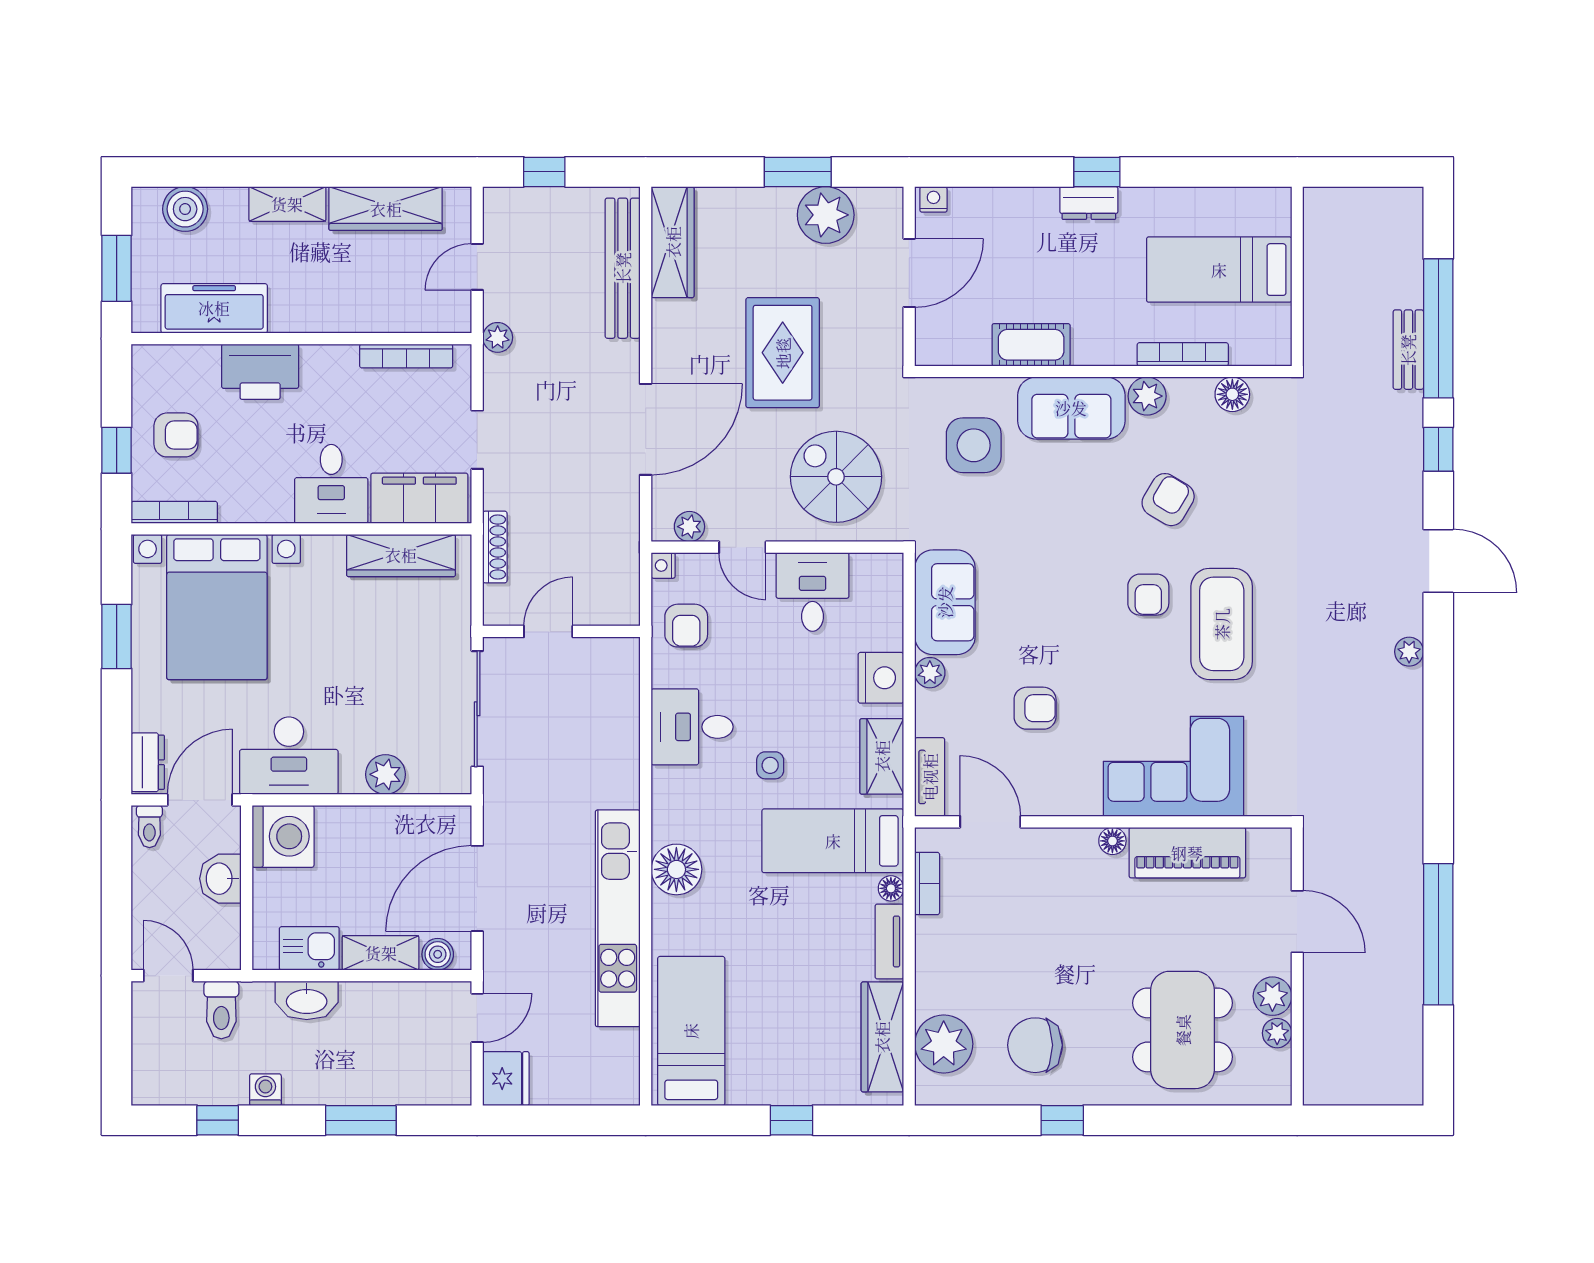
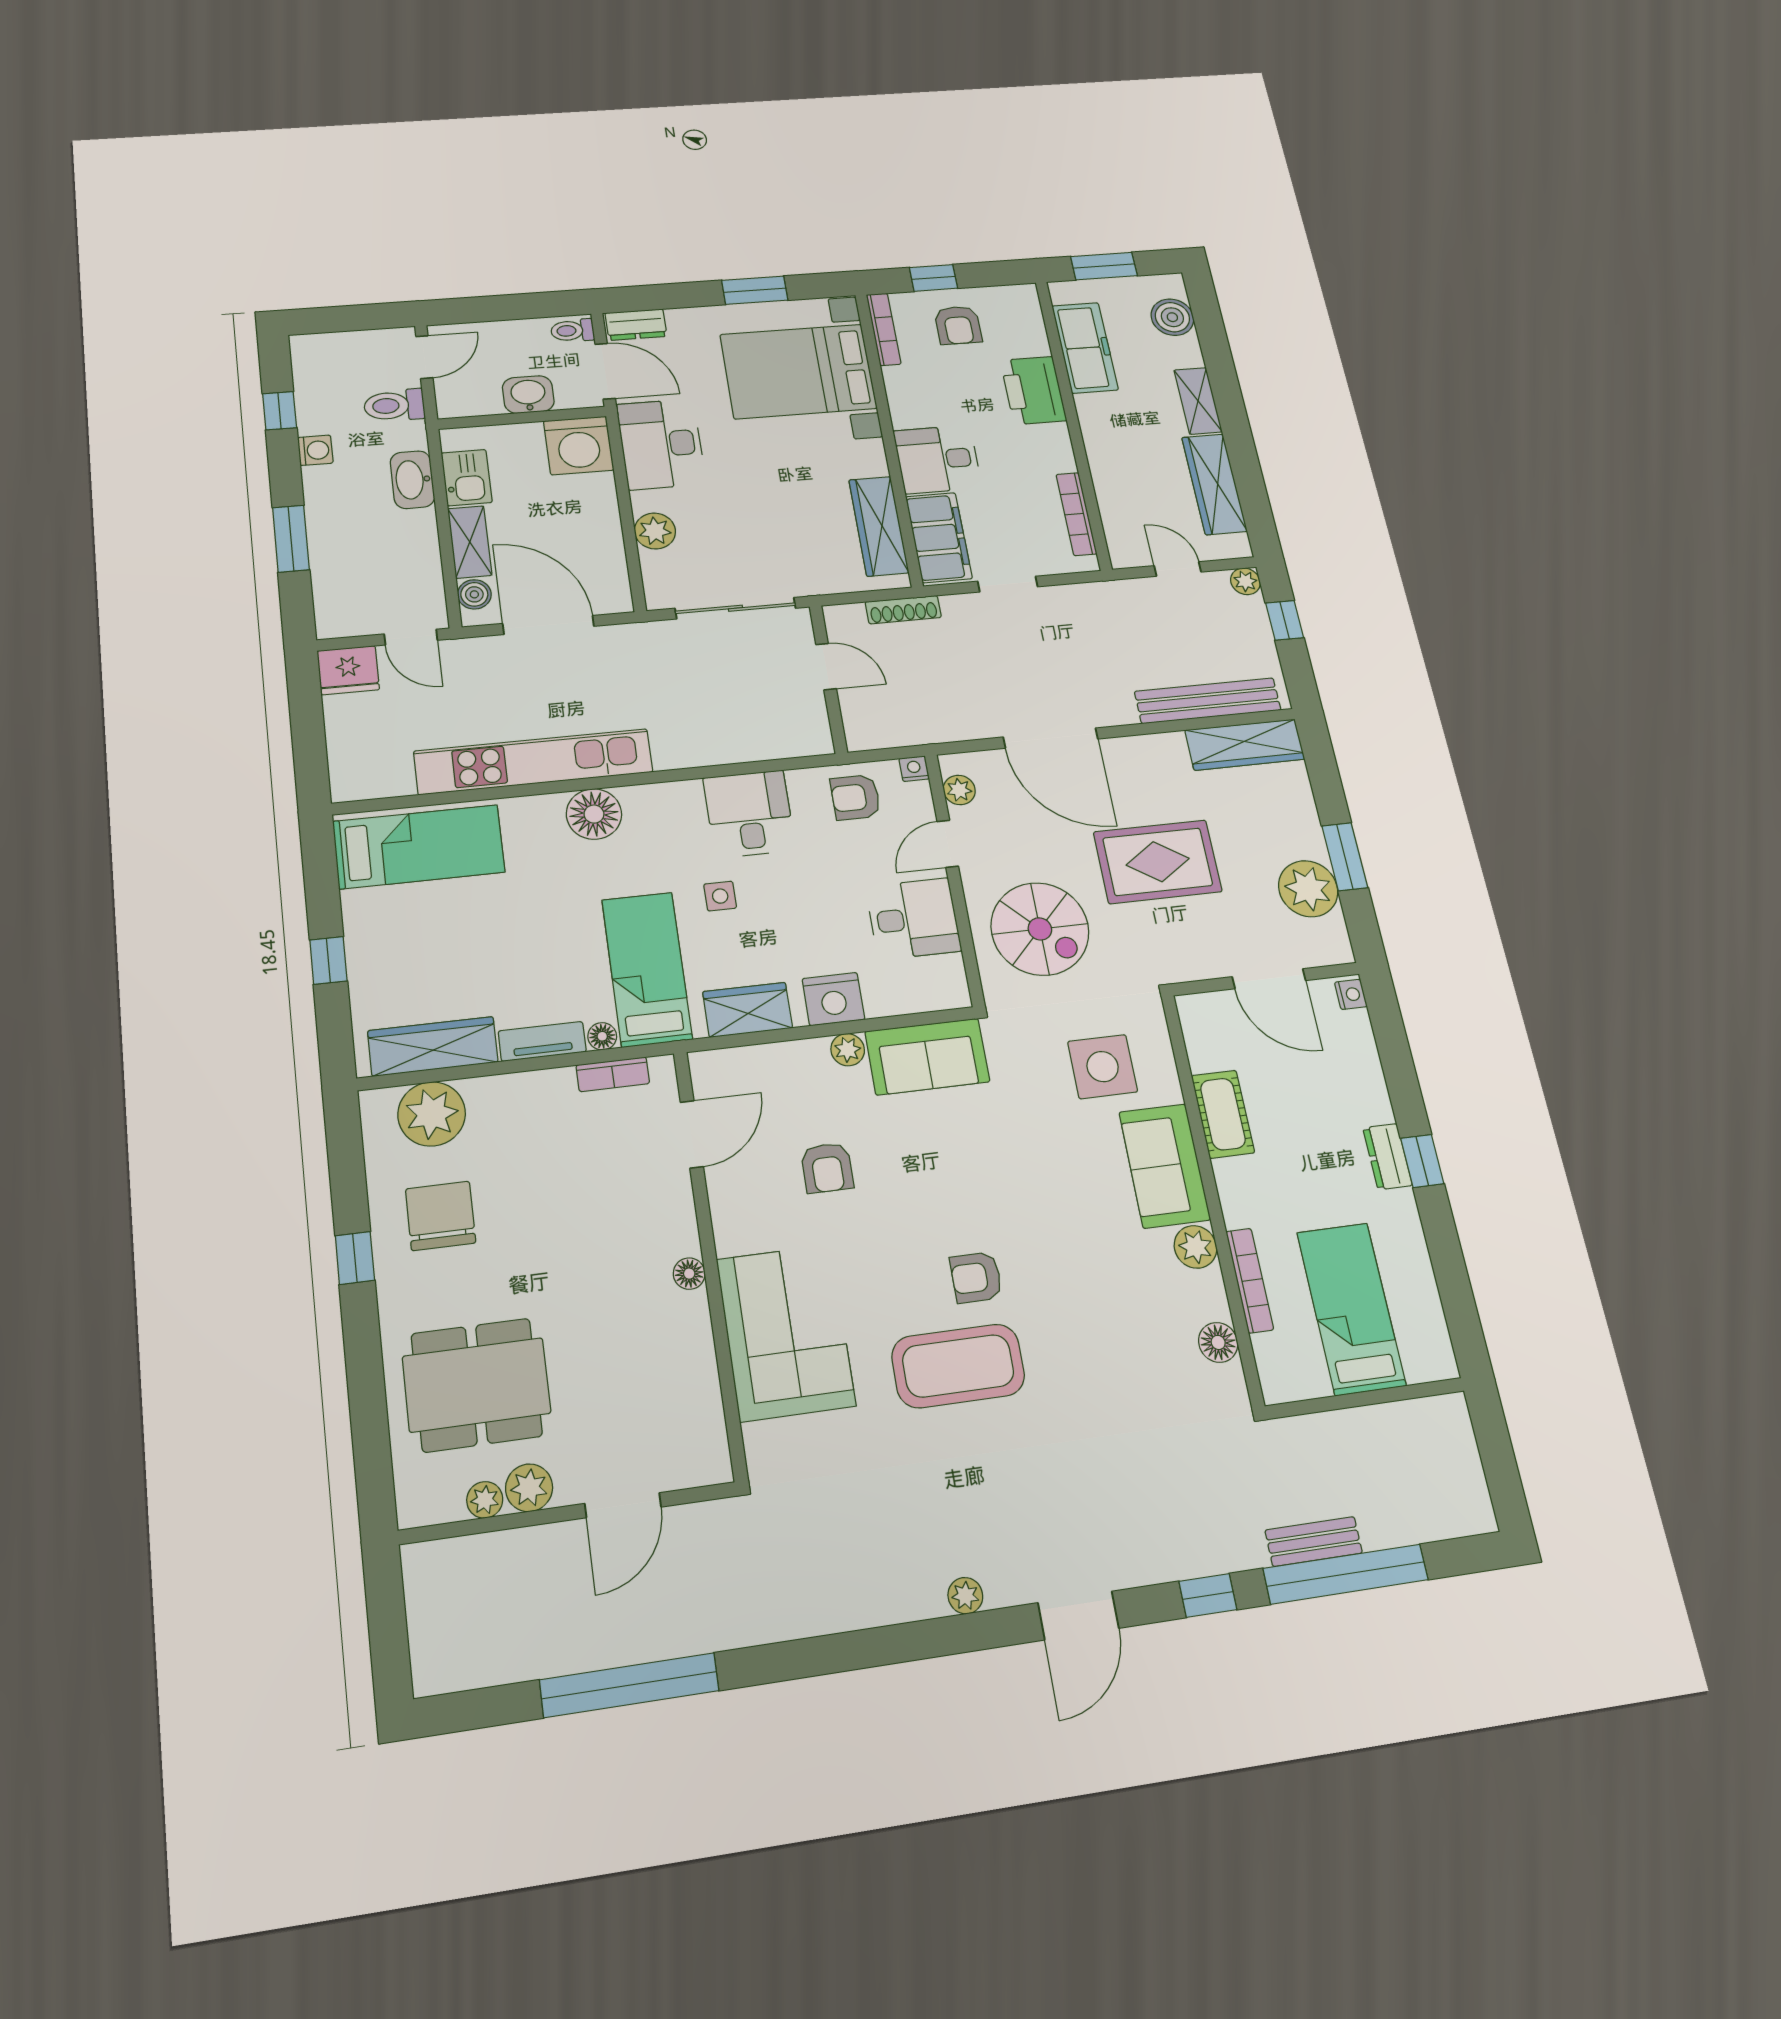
plant: (498, 337) -> (1245, 581), moved
spiral stairs: (836, 477) -> (1040, 929), turned 90
armchair: (1168, 500) -> (1086, 1286), removed
tv unit: (930, 777) -> (732, 1063), removed
piano: (1187, 853) -> (688, 1362), removed

